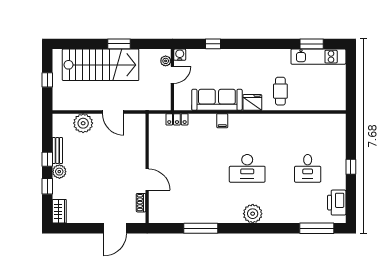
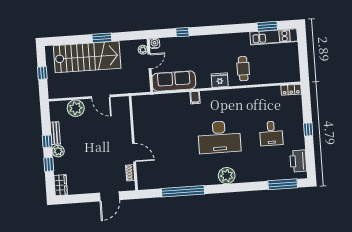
sofa: (217, 100) -> (174, 81), moved
locker: (177, 119) -> (291, 90), moved
desk: (247, 168) -> (219, 137), width x1.36, depth x1.30
window: (201, 228) -> (183, 191), width x1.46

